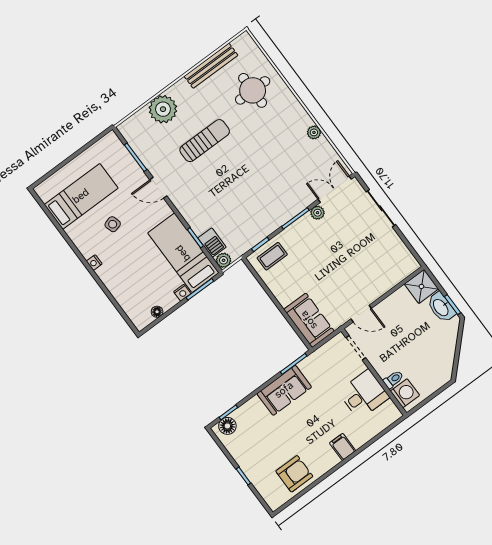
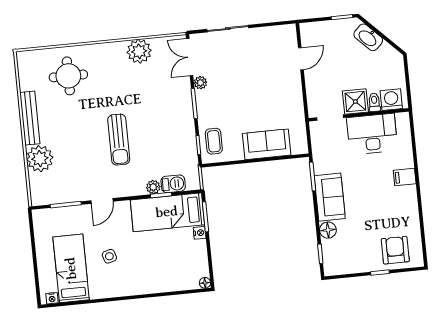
bench: (211, 66) -> (30, 118), moved
plant: (314, 132) -> (139, 51), width x1.88, depth x1.88
sun lounger: (205, 141) -> (119, 140), moved, turned 180
plant: (224, 260) -> (153, 187), moved
nightstand: (94, 263) -> (52, 298), moved
shower: (421, 286) -> (355, 102), moved
washbasin: (441, 307) -> (368, 37), moved, turned 45
floor lamp: (157, 312) -> (205, 283), moved
door: (361, 314) -> (301, 59), moved
sofa: (309, 320) -> (267, 144), moved
desk: (364, 394) -> (372, 134), width x1.37
floor lamp: (227, 426) -> (328, 230), moved
armchair: (294, 474) -> (395, 250), moved

